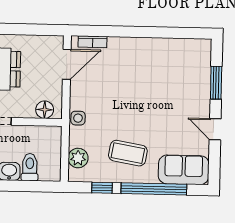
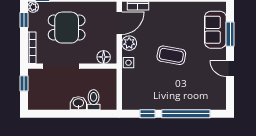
coffee table: (128, 153) -> (171, 55), moved
plant: (78, 158) -> (129, 43), moved
sofa: (184, 170) -> (215, 30), moved, turned -90

